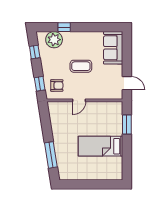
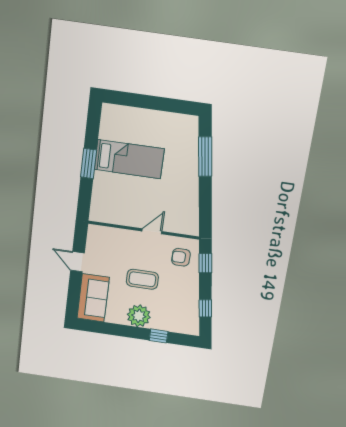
plant: (54, 40) -> (139, 316), moved
door: (127, 83) -> (77, 262), moved
window: (127, 124) -> (89, 163), moved

